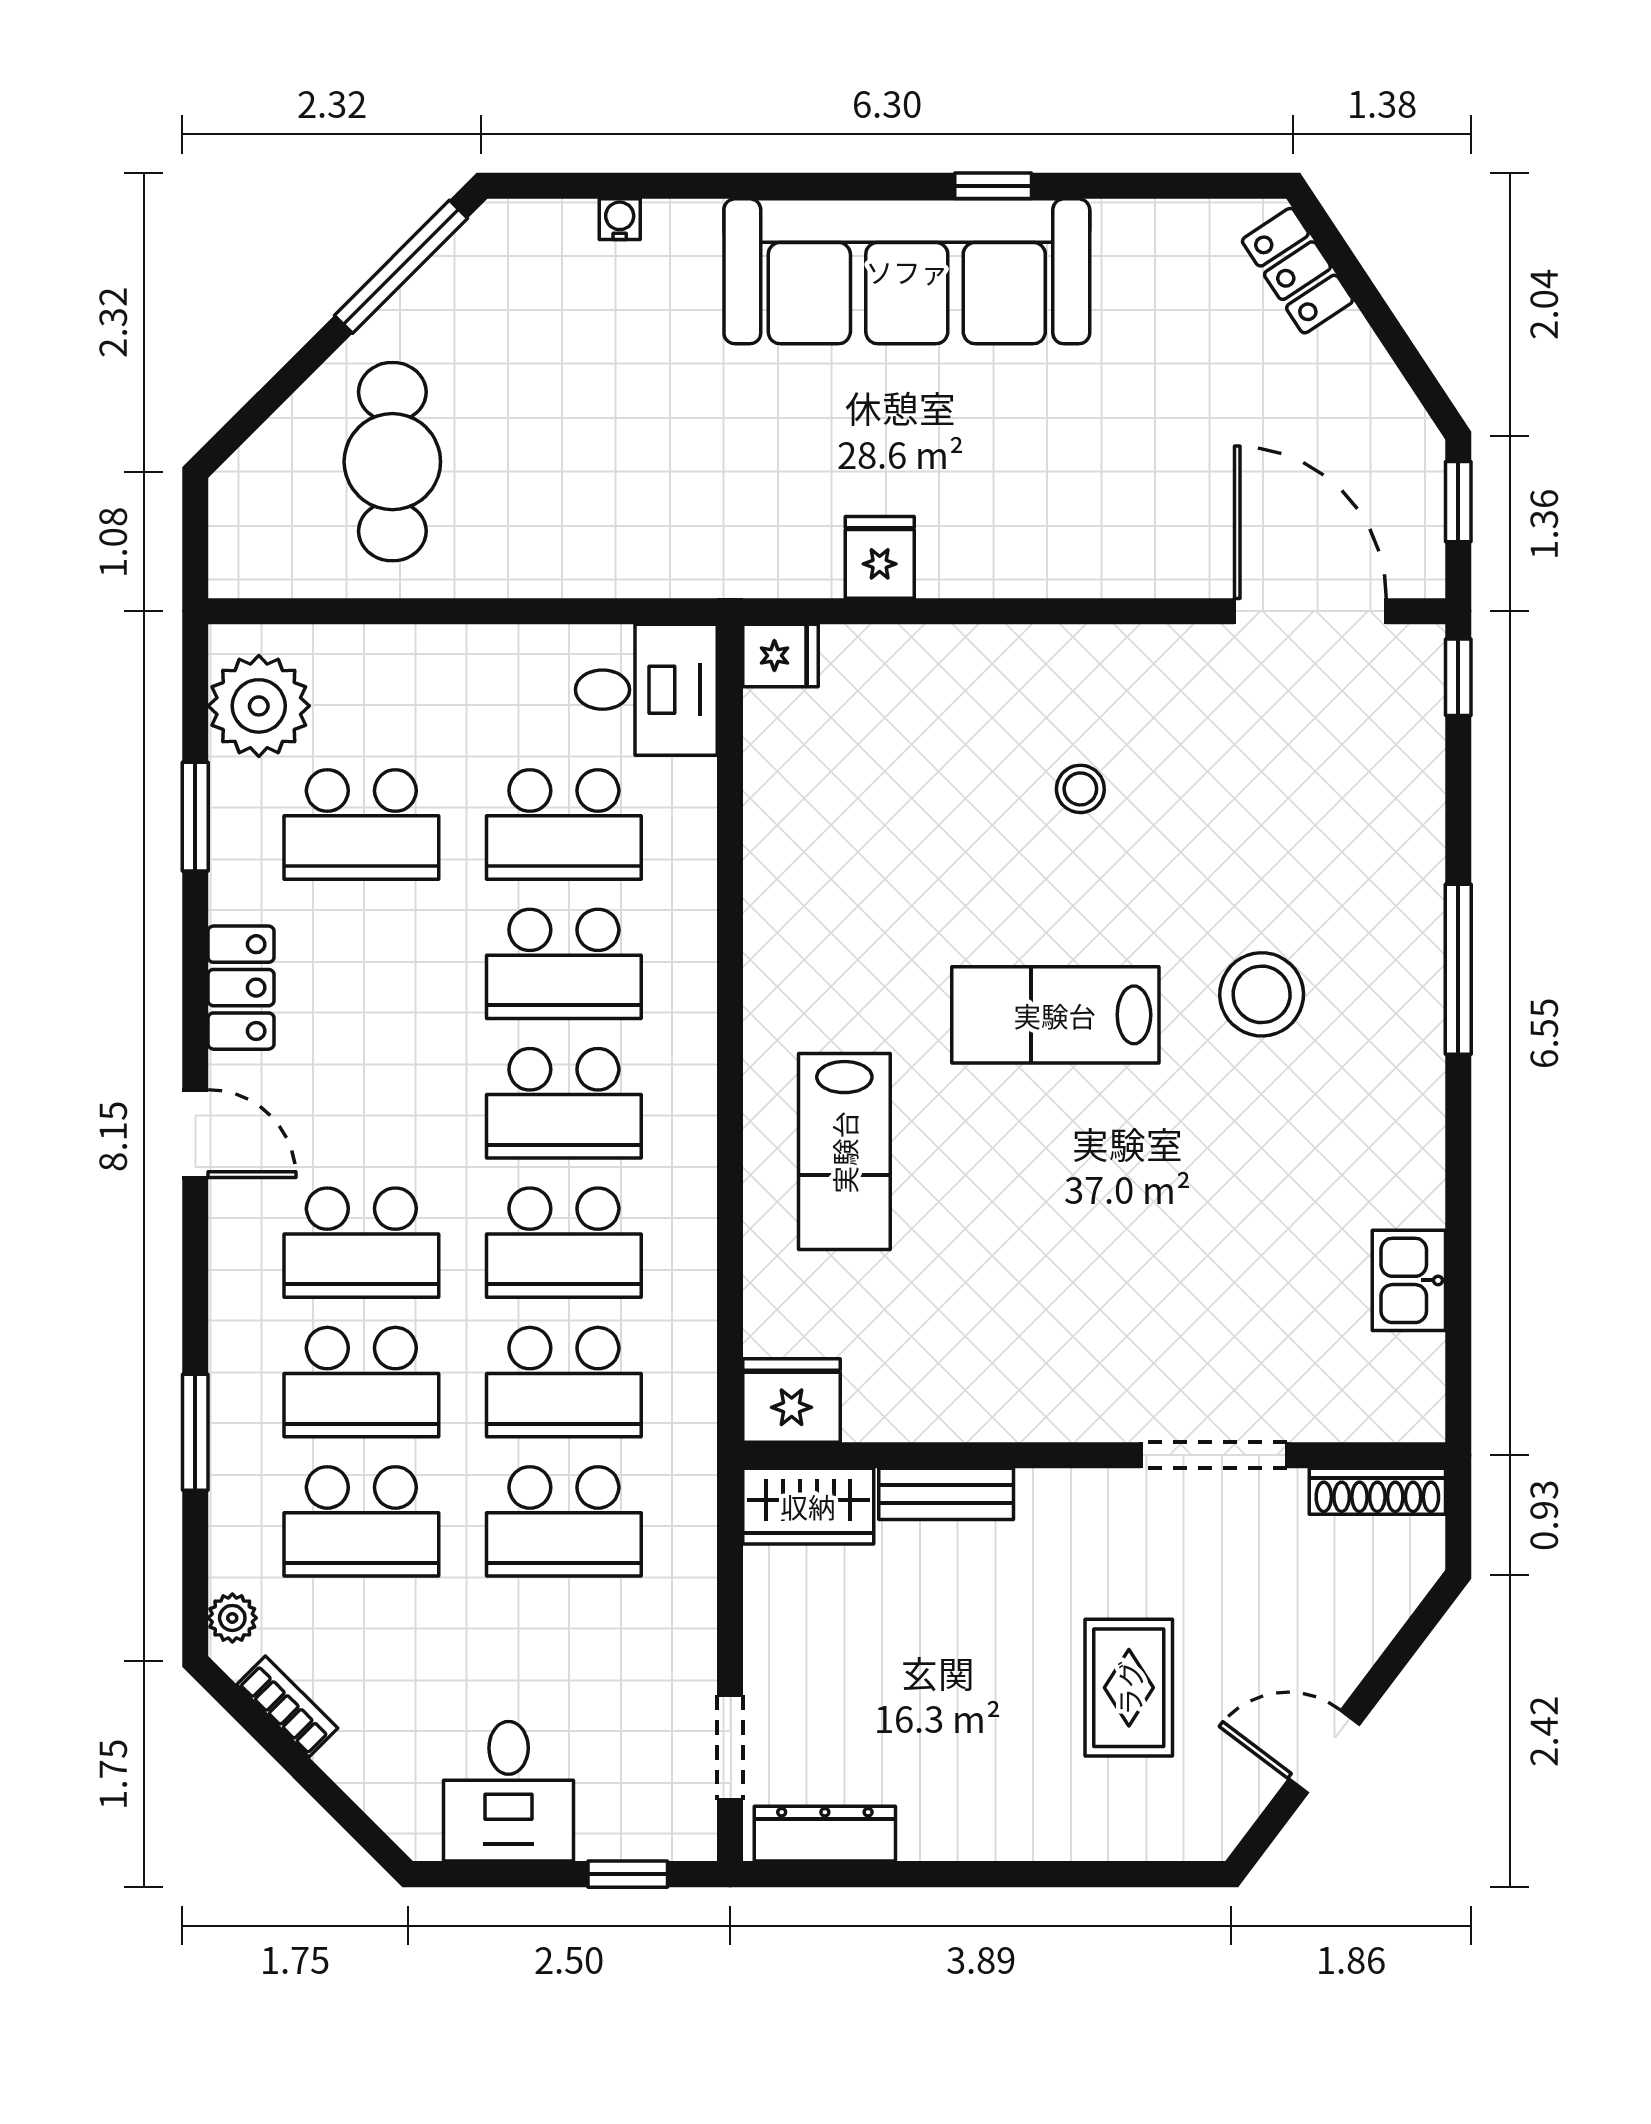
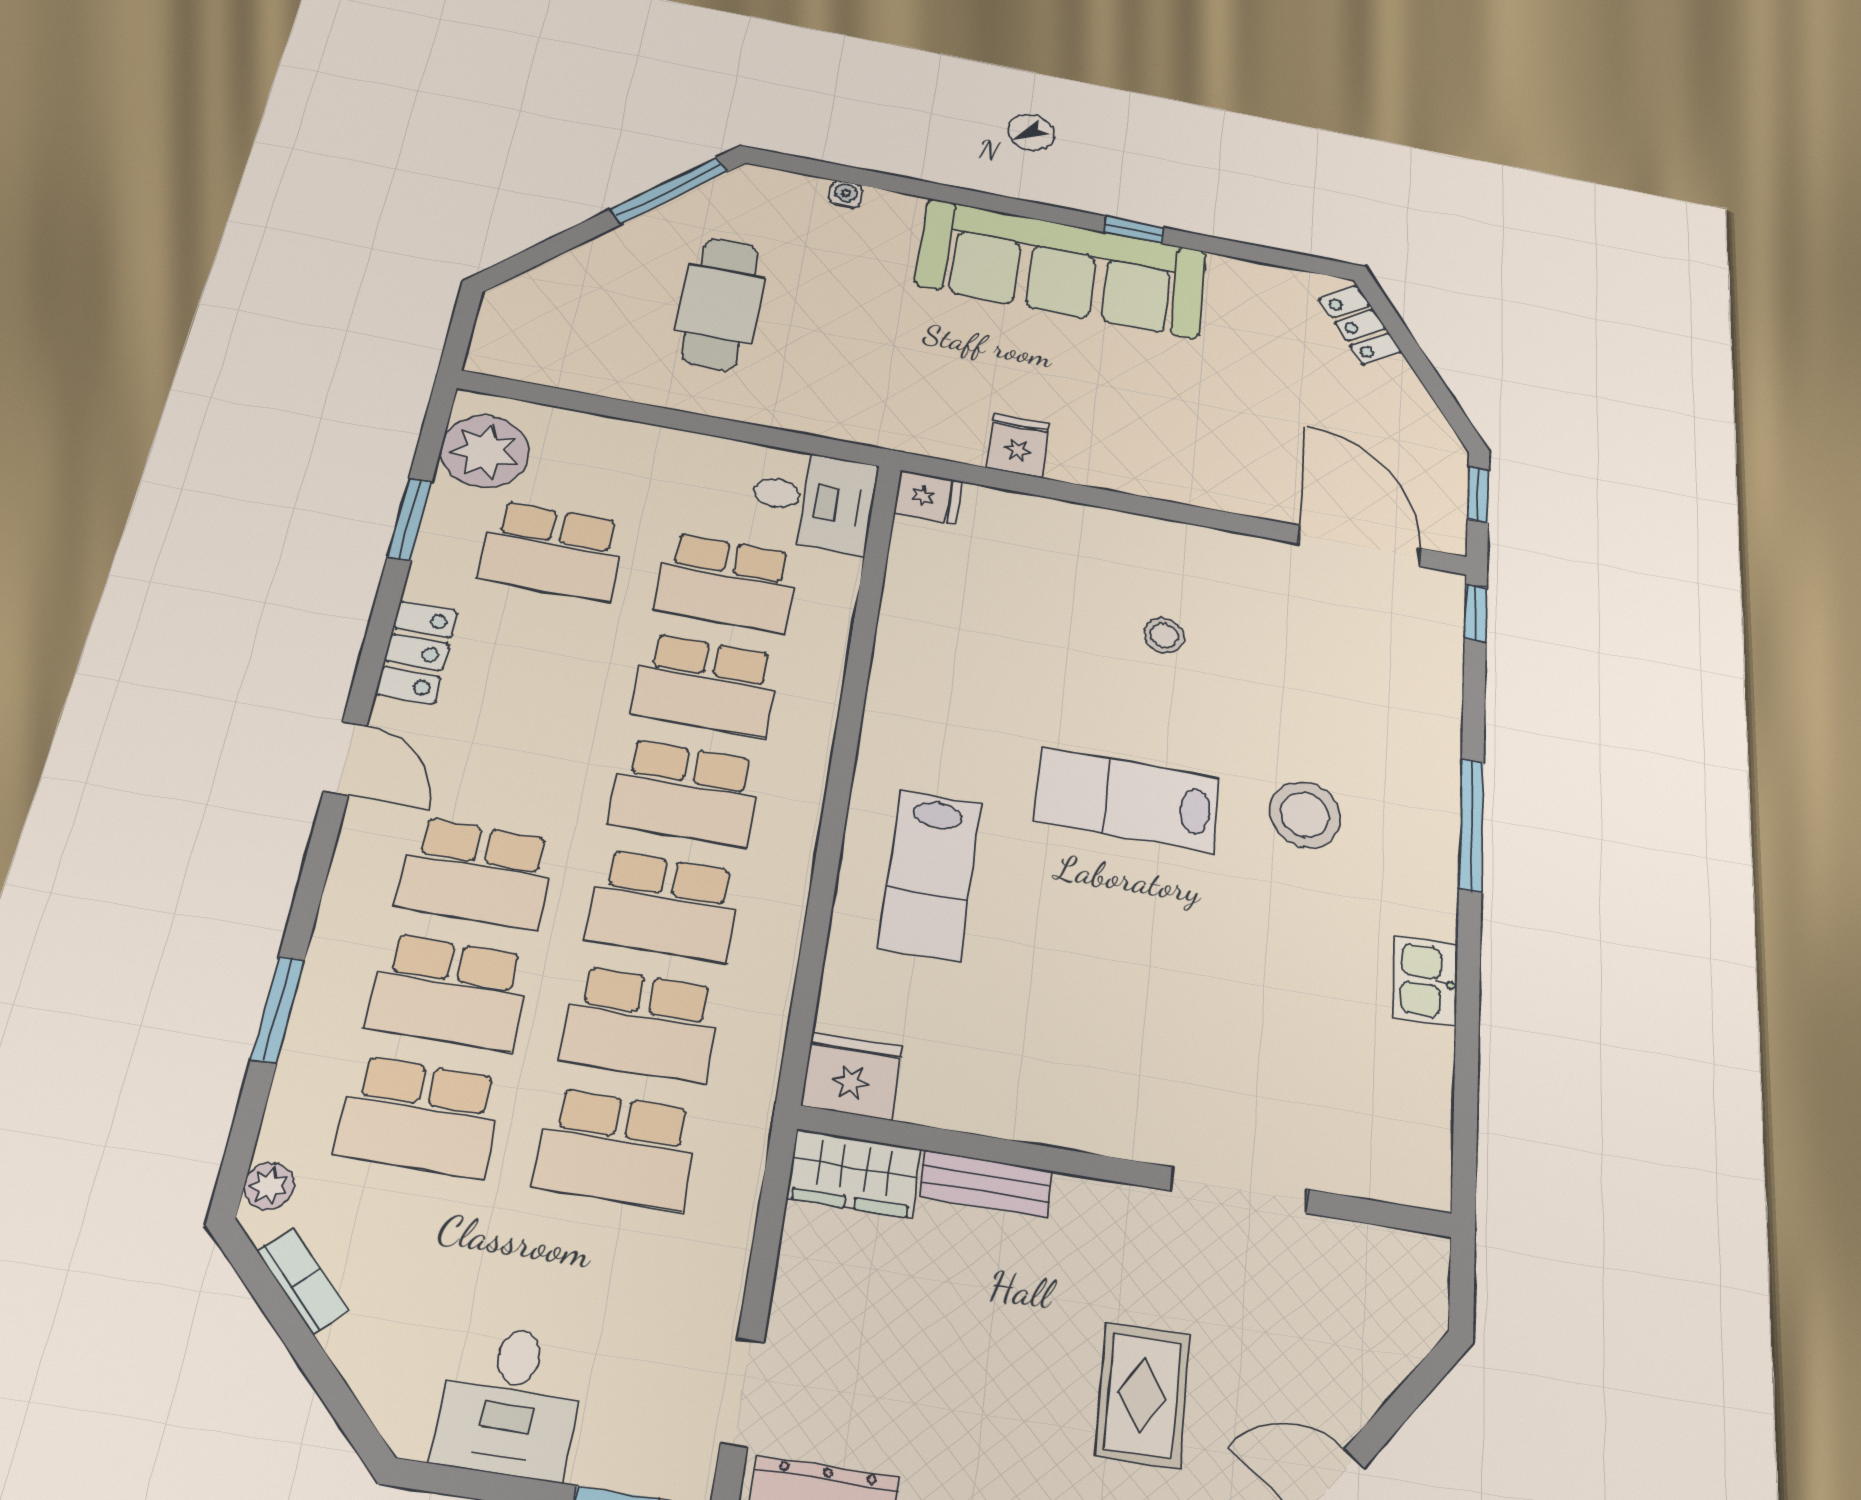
cafe table: (392, 462) -> (720, 303), moved
kitchen sink: (1409, 1280) -> (1425, 981), moved
shoe rack: (1377, 1491) -> (1388, 1248), removed

